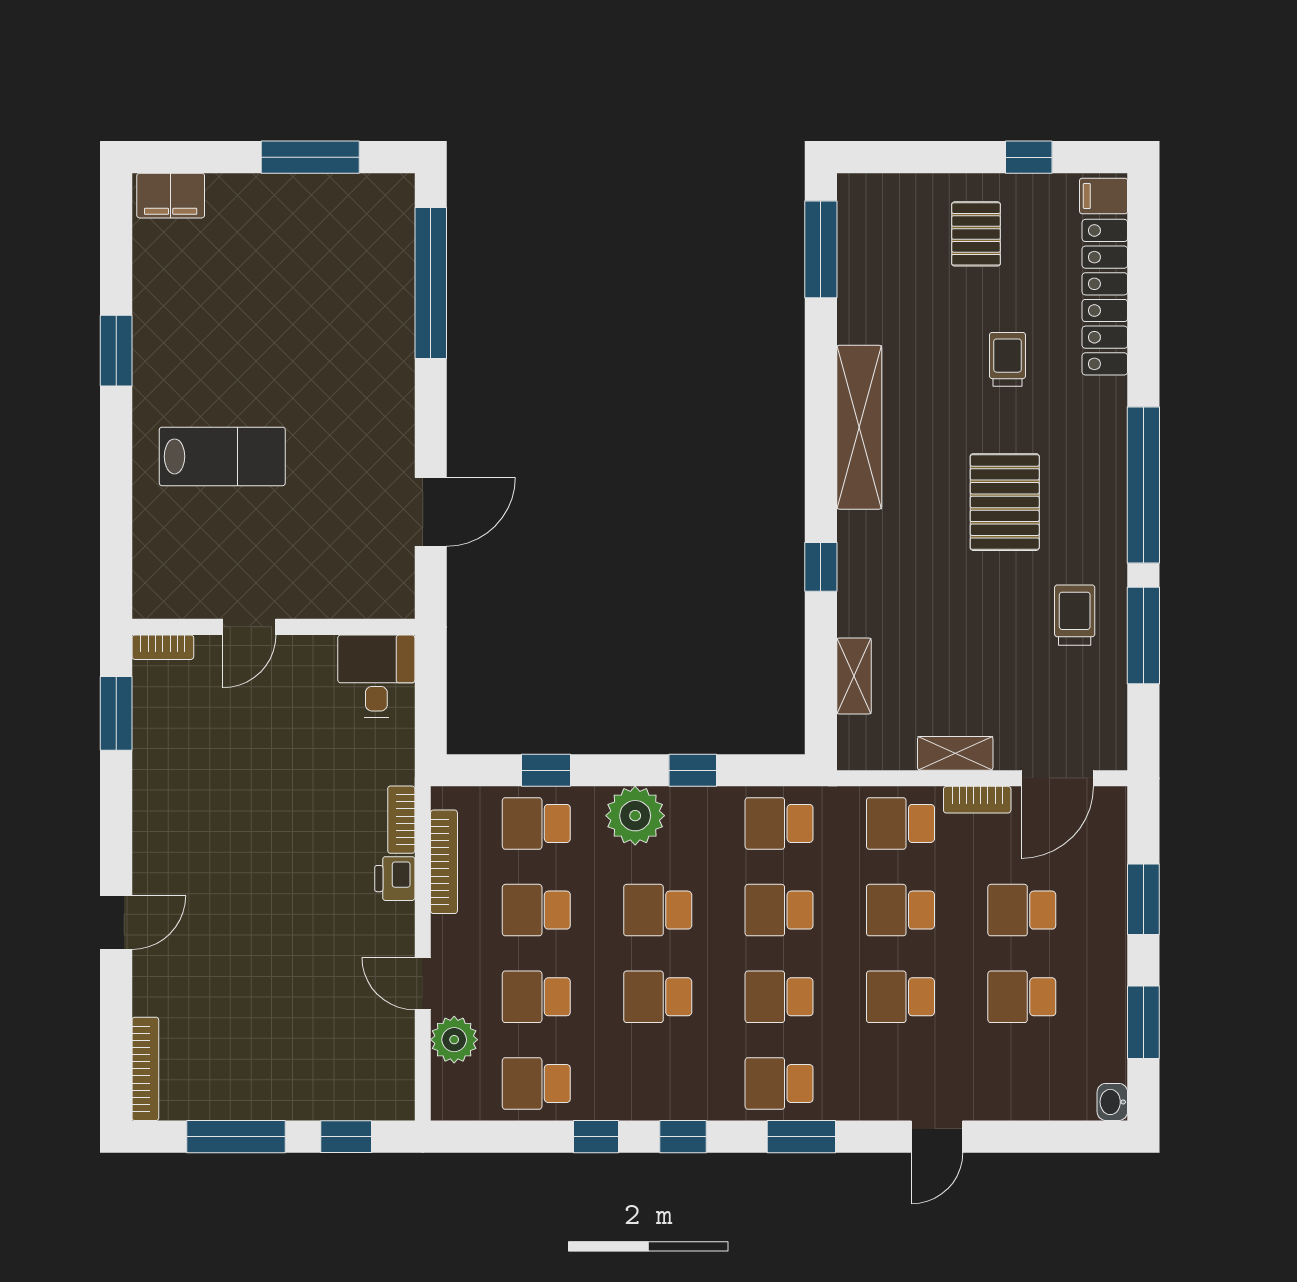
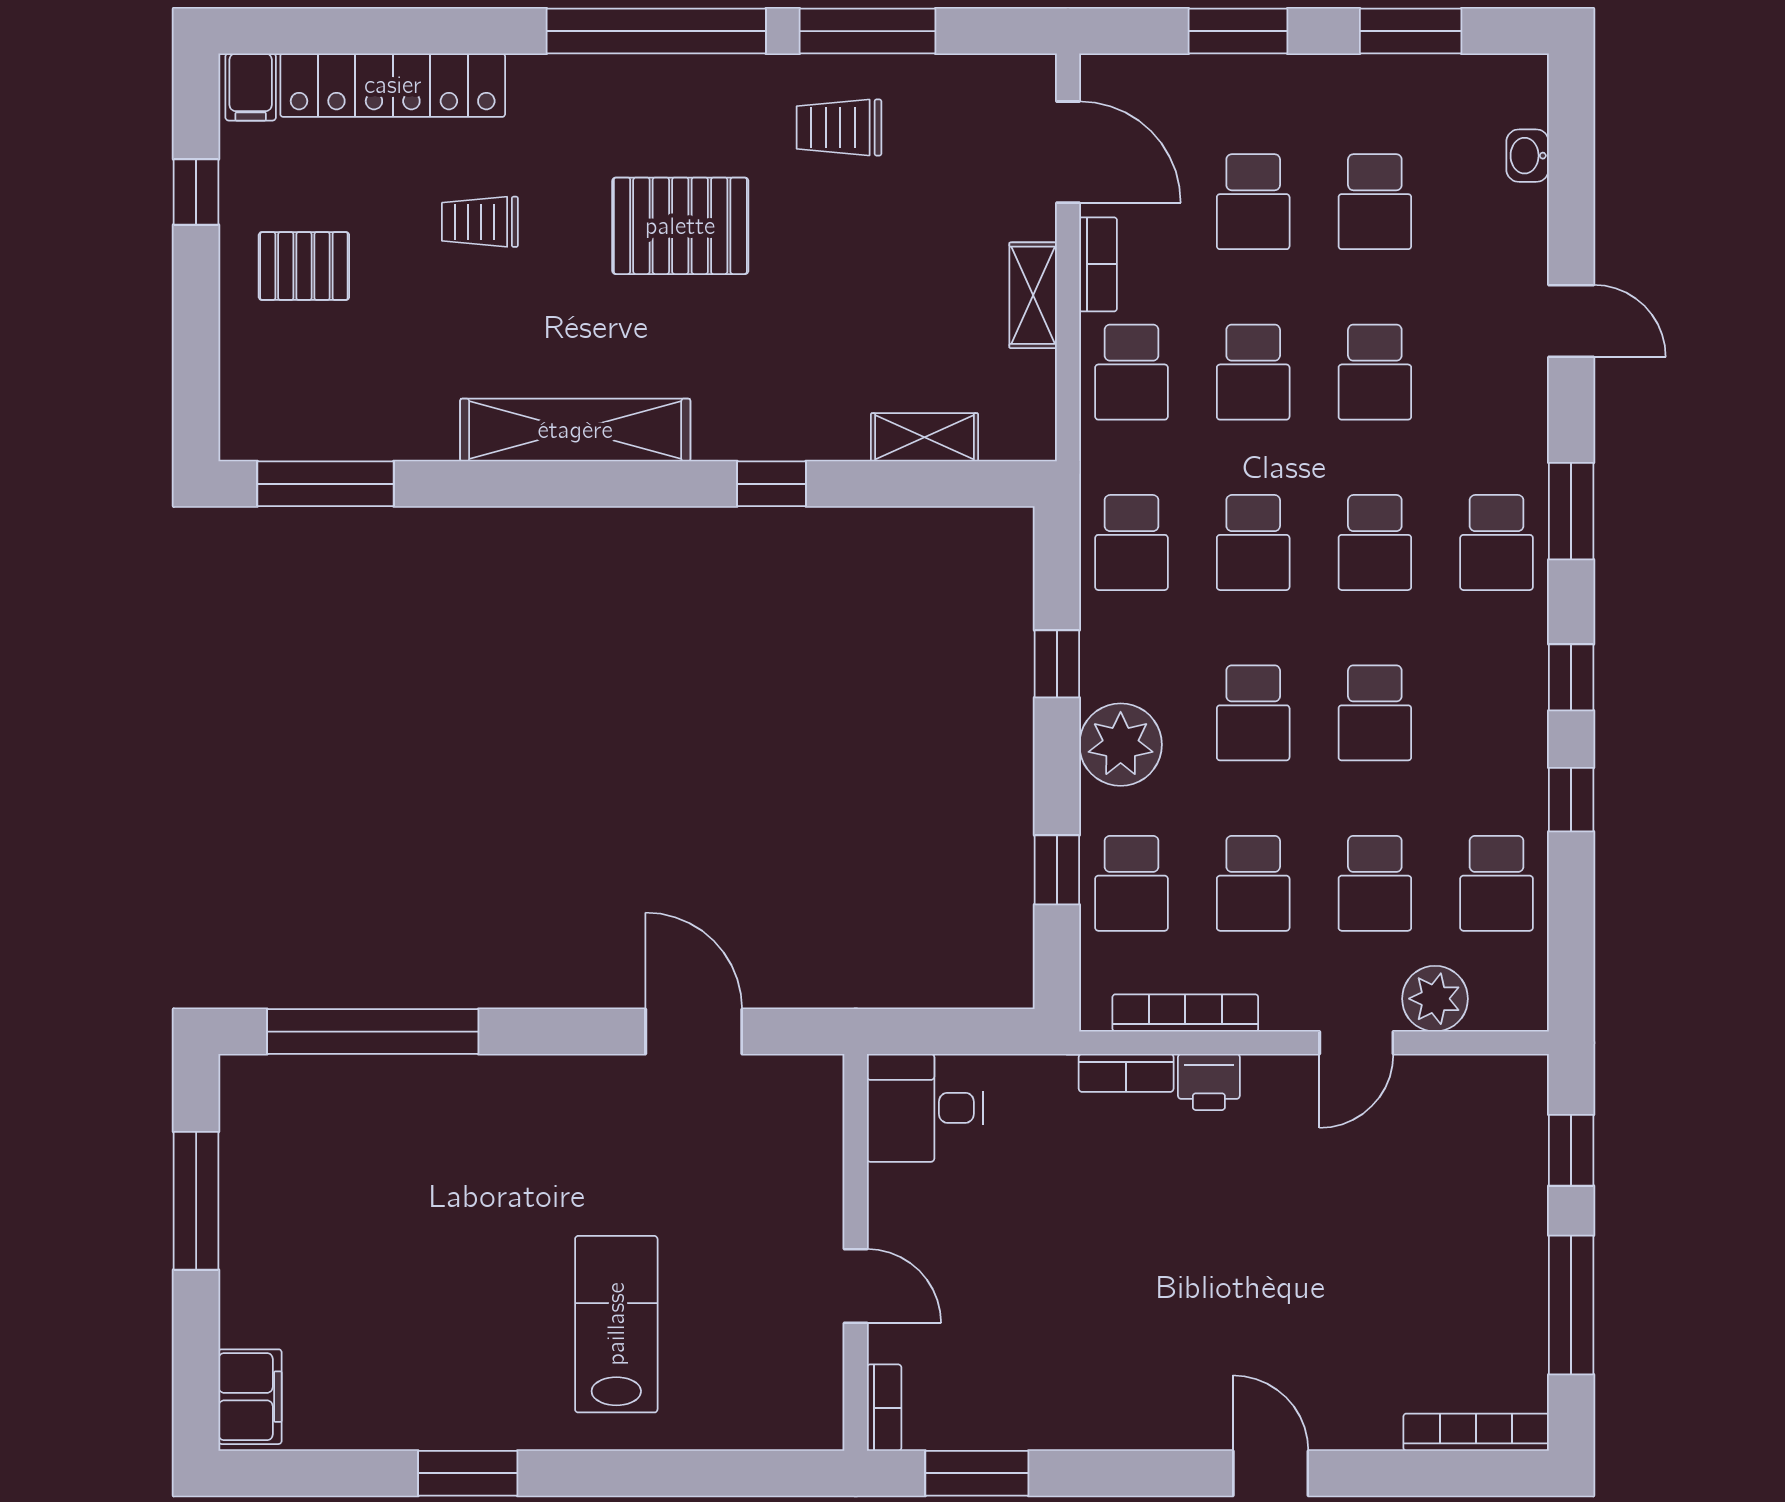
washbasin: (1112, 1102) -> (1528, 156), moved, turned 90

